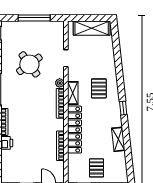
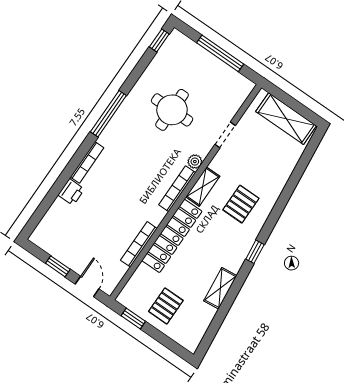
round table: (29, 64) -> (172, 110), turned 36

